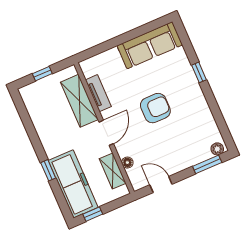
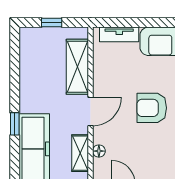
tv unit: (98, 93) -> (119, 34), moved, turned 90
armchair: (155, 108) -> (152, 108), turned 180

